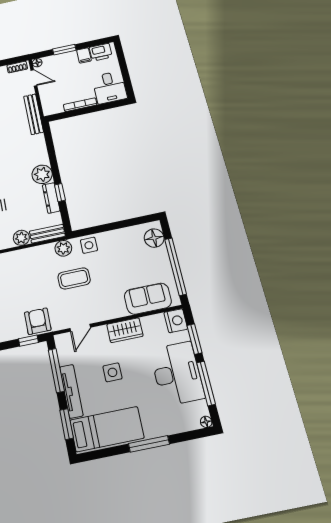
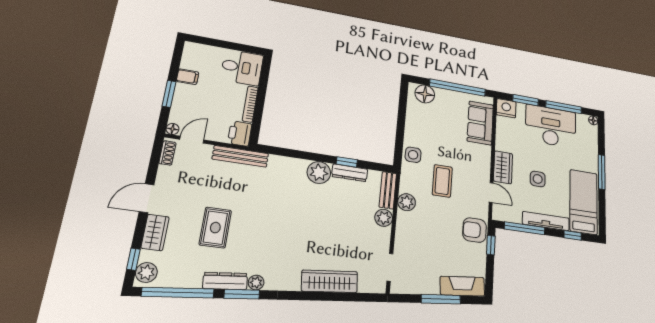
printer: (101, 52) -> (240, 134), moved, turned 180
plant: (63, 248) -> (407, 202), moved
wardrobe: (125, 330) -> (503, 167), moved
window: (67, 424) -> (573, 235), width x0.67

